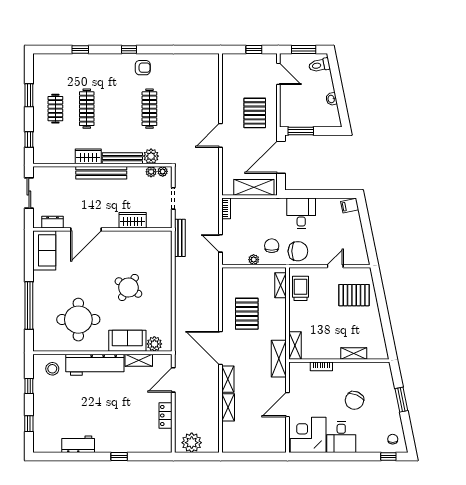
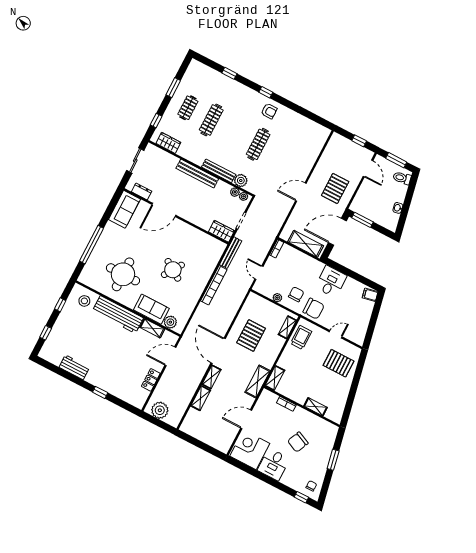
wardrobe: (88, 156) -> (168, 143), moved
wardrobe: (133, 220) -> (221, 231), moved
bookcase: (180, 281) -> (214, 285), added

